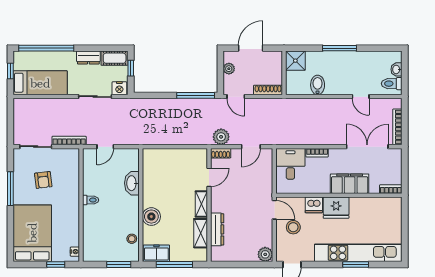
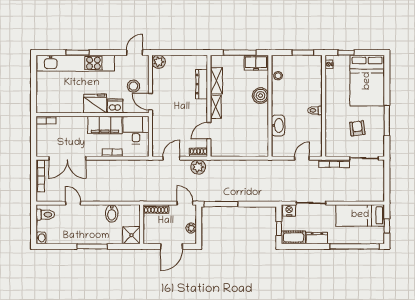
washbasin: (397, 69) -> (41, 238), moved
desk: (290, 164) -> (136, 130), moved, turned 180
filing cabinet: (350, 184) -> (105, 125), moved
window: (119, 265) -> (303, 53), moved

